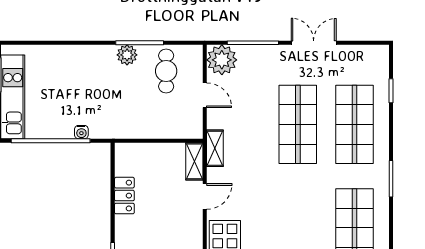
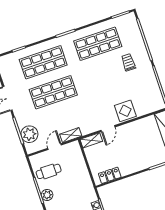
plant: (222, 60) -> (29, 134), moved
shelving: (215, 148) -> (71, 135), moved
locker: (124, 196) -> (110, 175), moved
door: (205, 196) -> (108, 129), swing flipped

